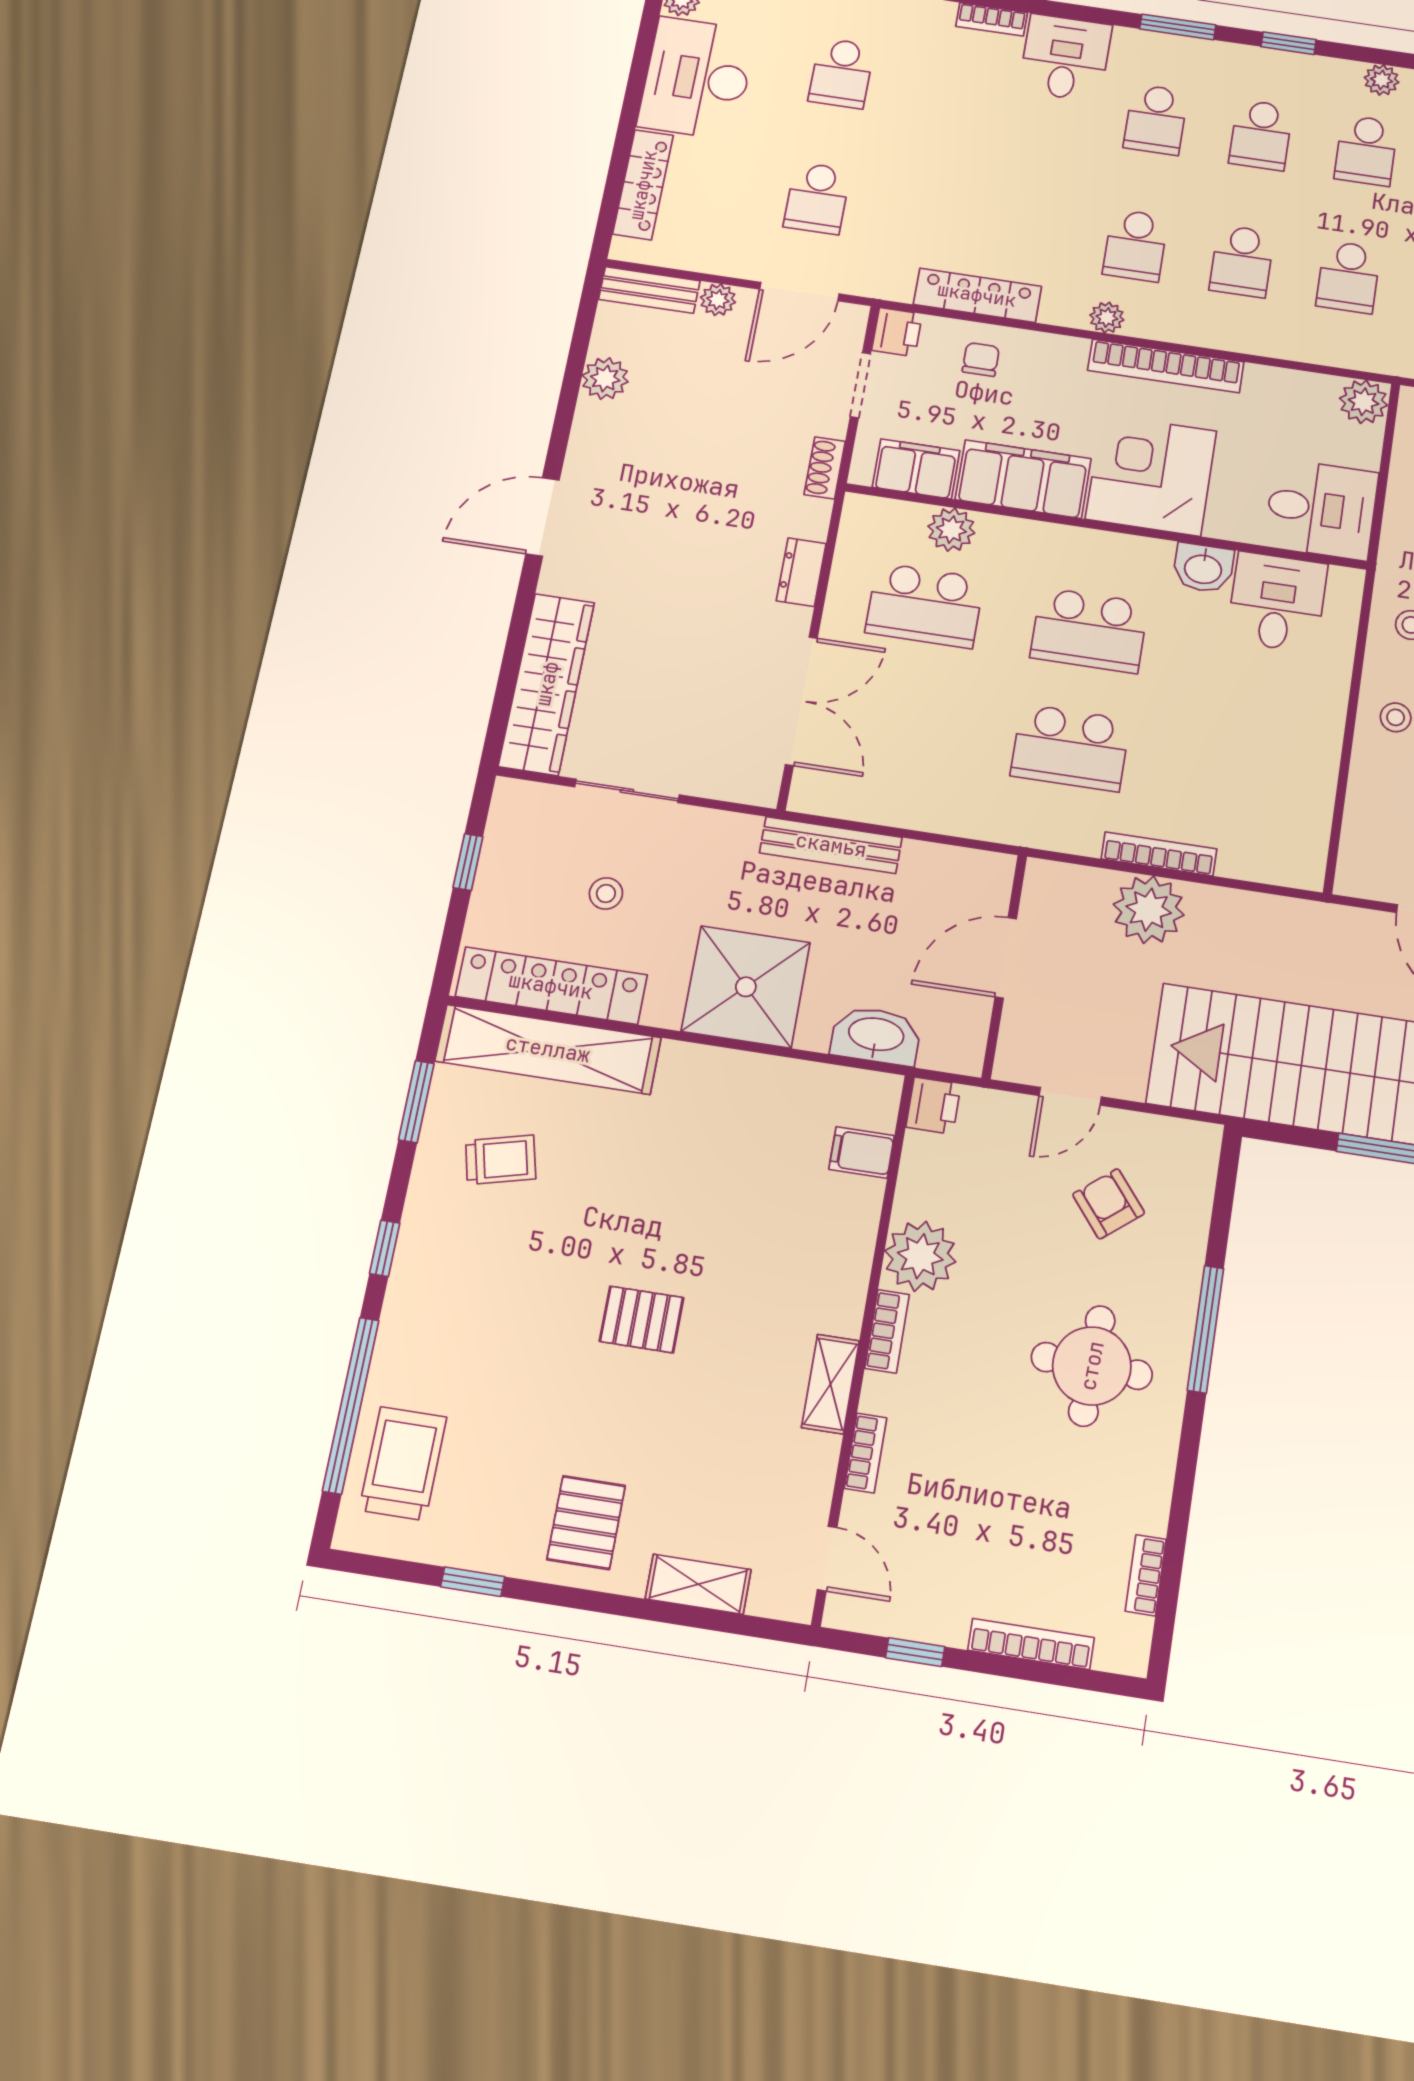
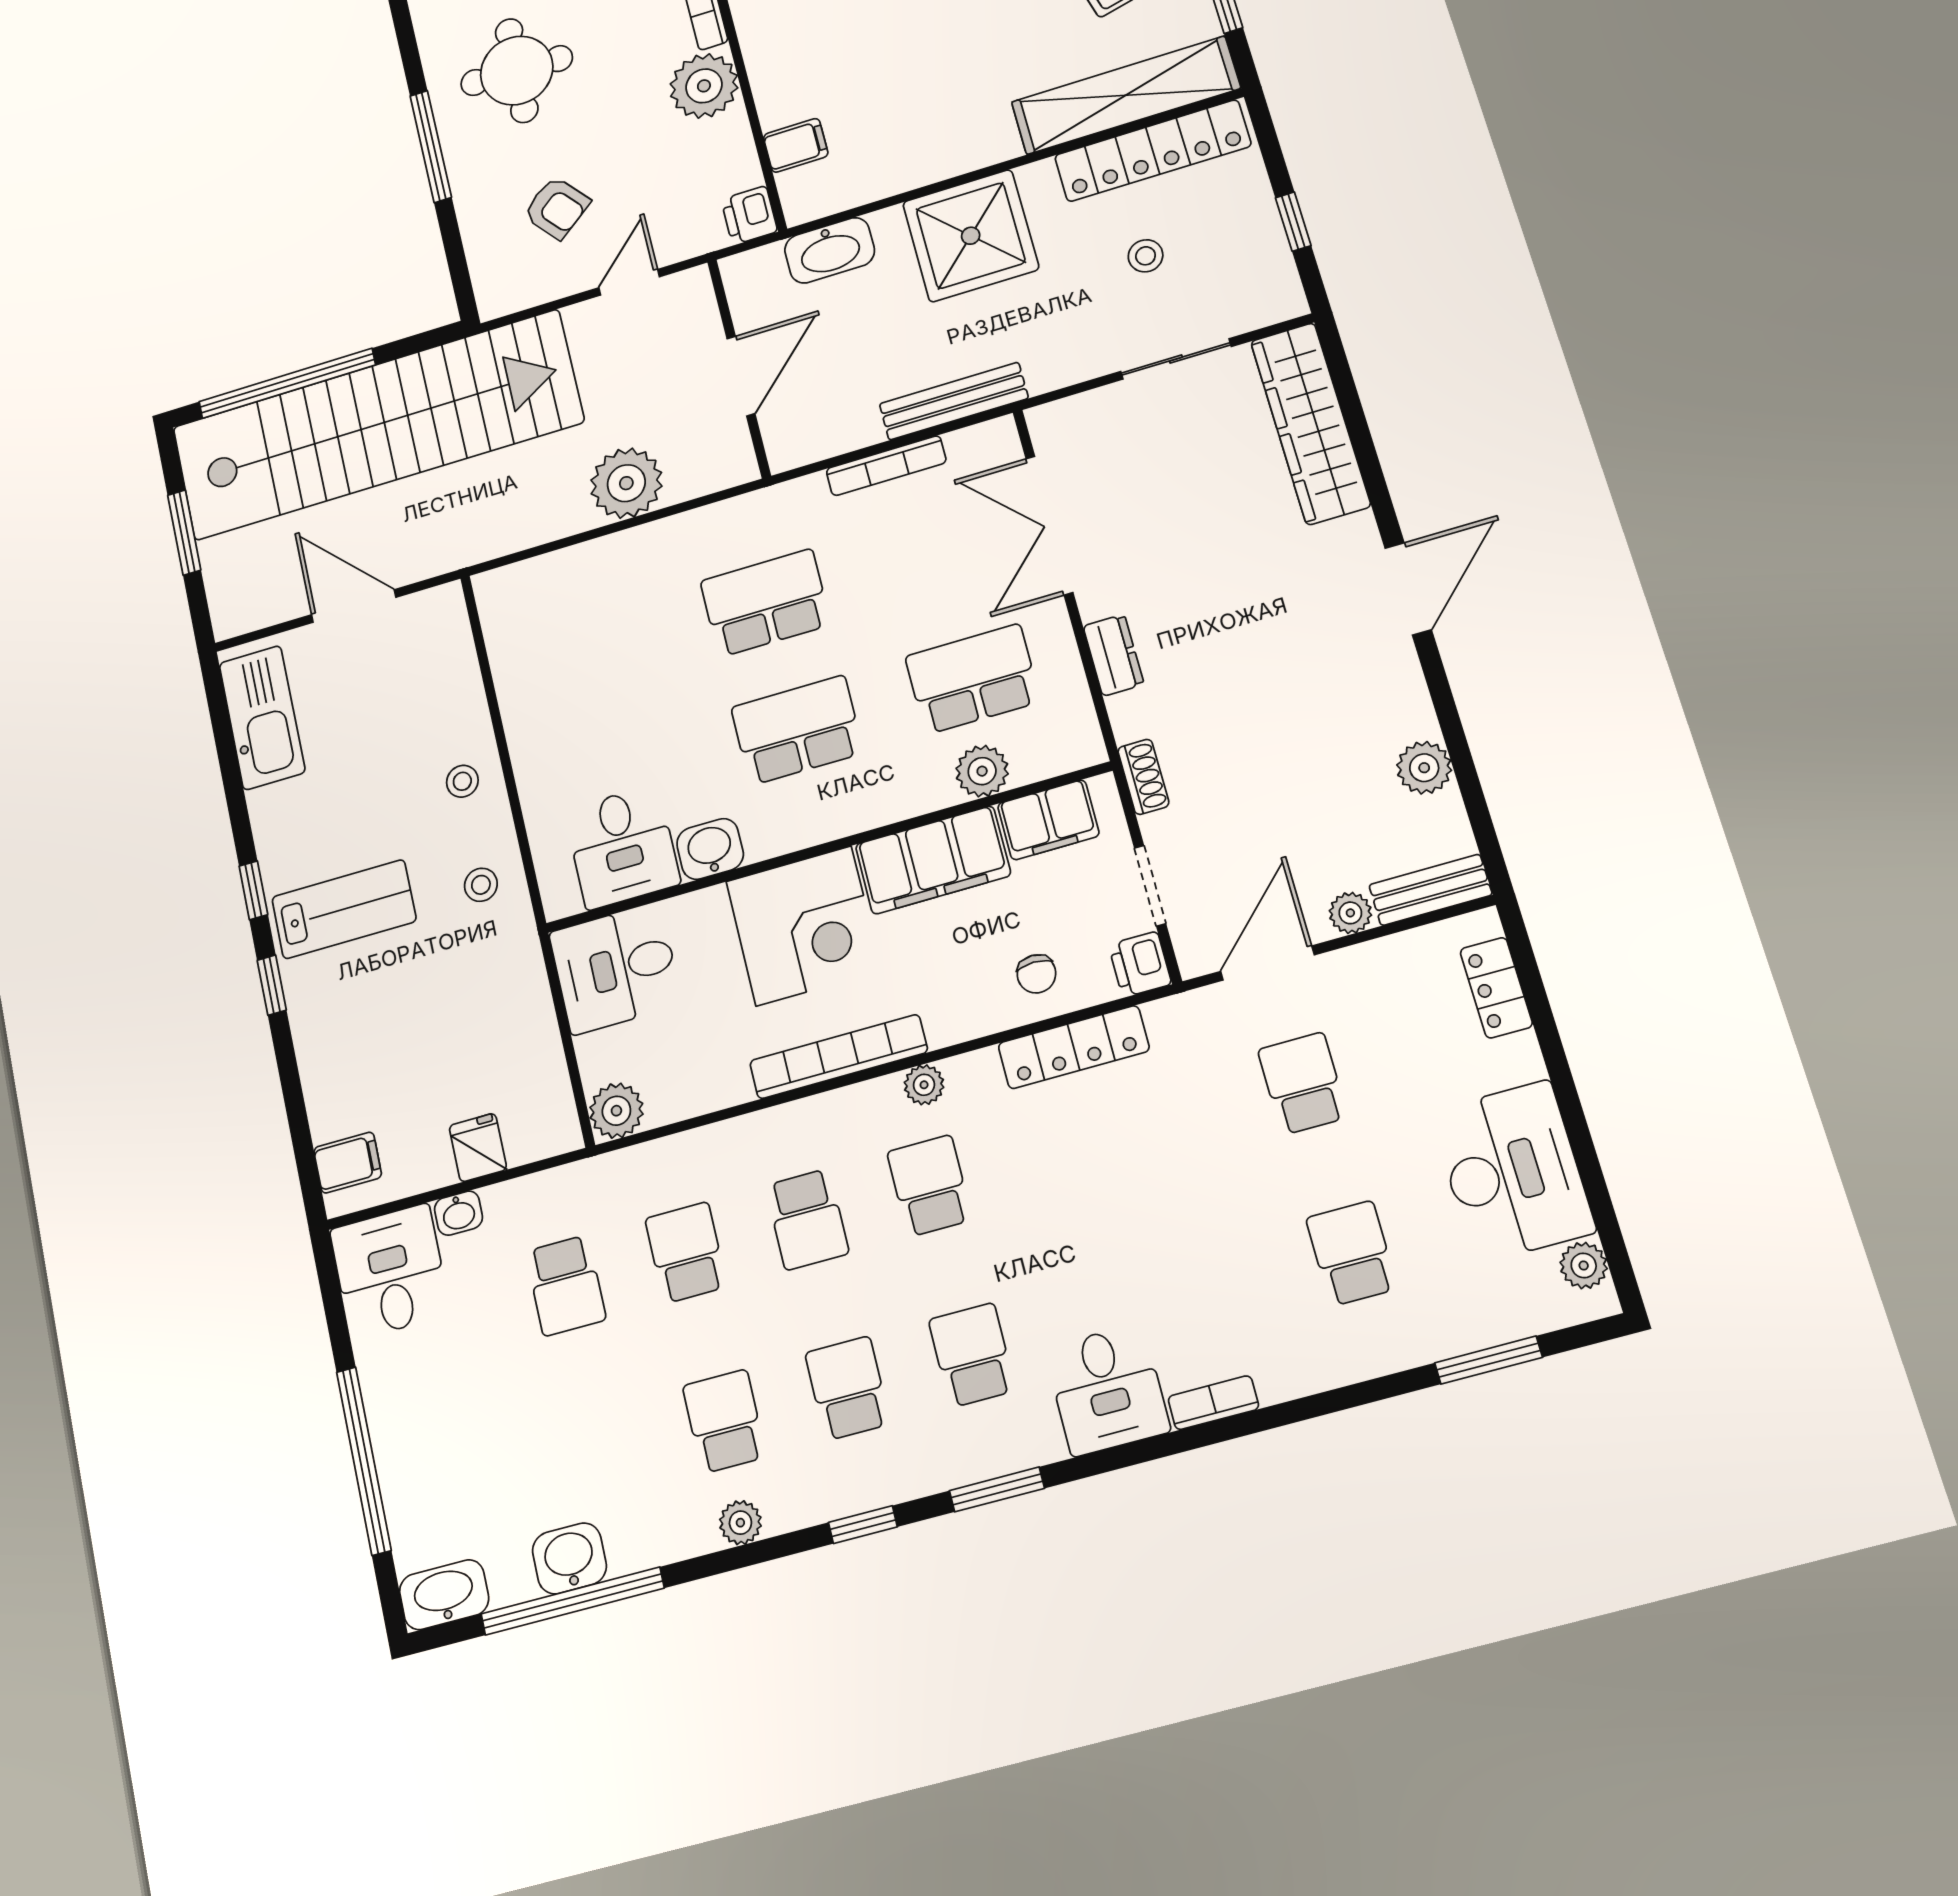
locker: (643, 185) -> (1496, 988), width x0.66
school desk: (1242, 261) -> (807, 1219), turned 180
bookcase: (1159, 854) -> (886, 466), moved

